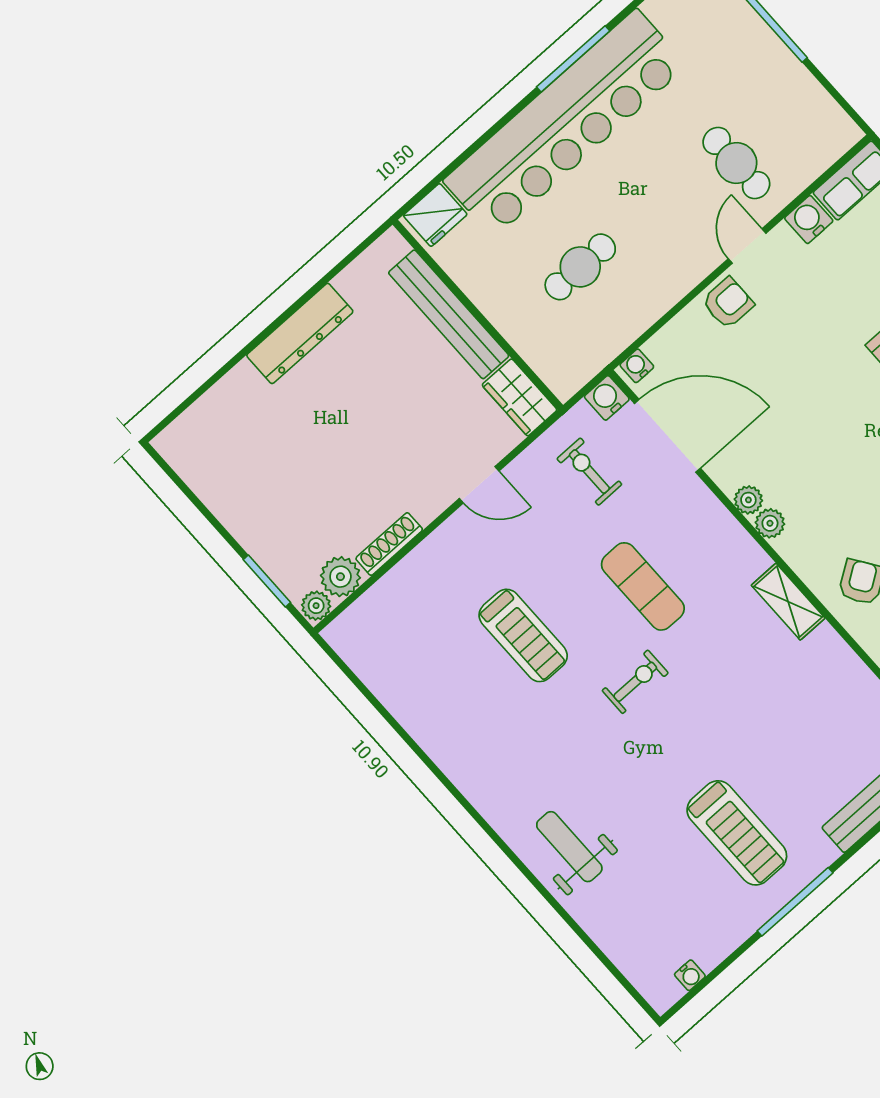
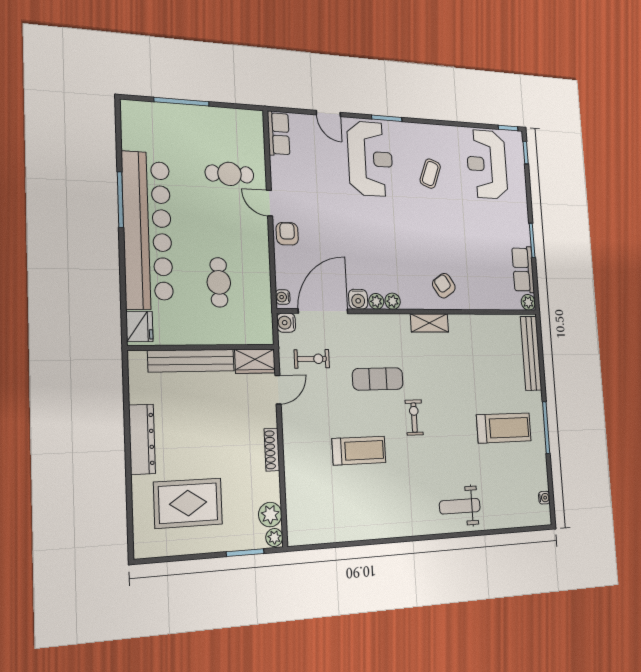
water cooler: (809, 220) -> (358, 299), moved, turned -90
rug: (269, 456) -> (188, 503), added
exercise bike: (589, 472) -> (312, 359), turned 180
door: (479, 485) -> (278, 390), moved
shoe rack: (389, 544) -> (272, 450), moved

